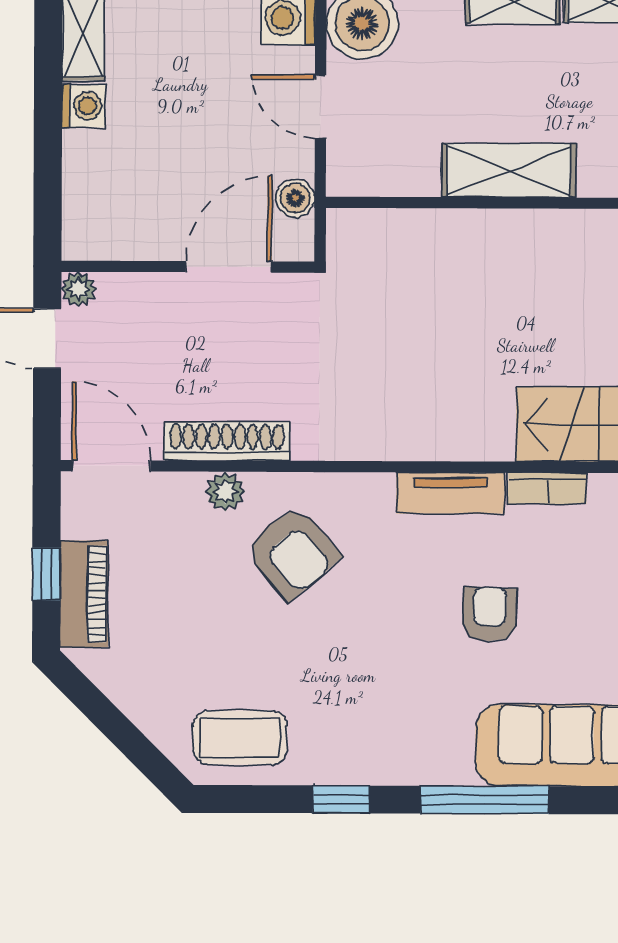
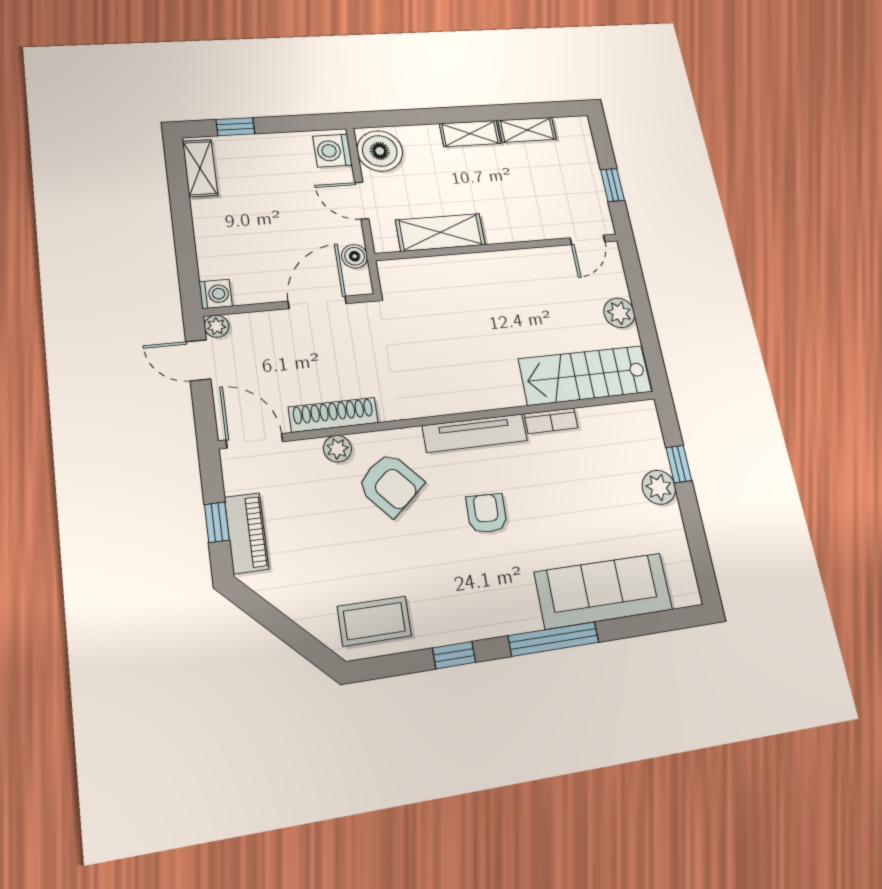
washing machine: (83, 106) -> (216, 294), moved
shelving: (509, 171) -> (440, 232), moved
tv unit: (451, 493) -> (475, 433), width x1.41
armchair: (490, 614) -> (487, 513), moved

